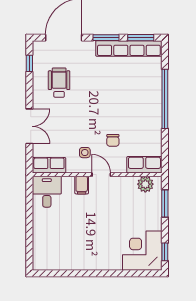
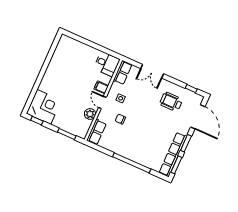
wheelchair: (59, 83) -> (171, 102), turned 180
door: (101, 175) -> (102, 102), swing flipped
plant: (145, 184) -> (90, 114), moved

